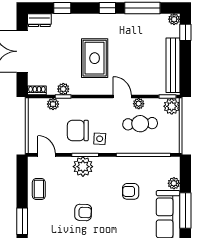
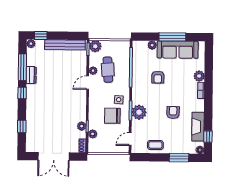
dresser: (39, 20) -> (31, 75), moved
rug: (95, 58) -> (59, 103), removed
chair: (78, 130) -> (112, 116), turned 90

